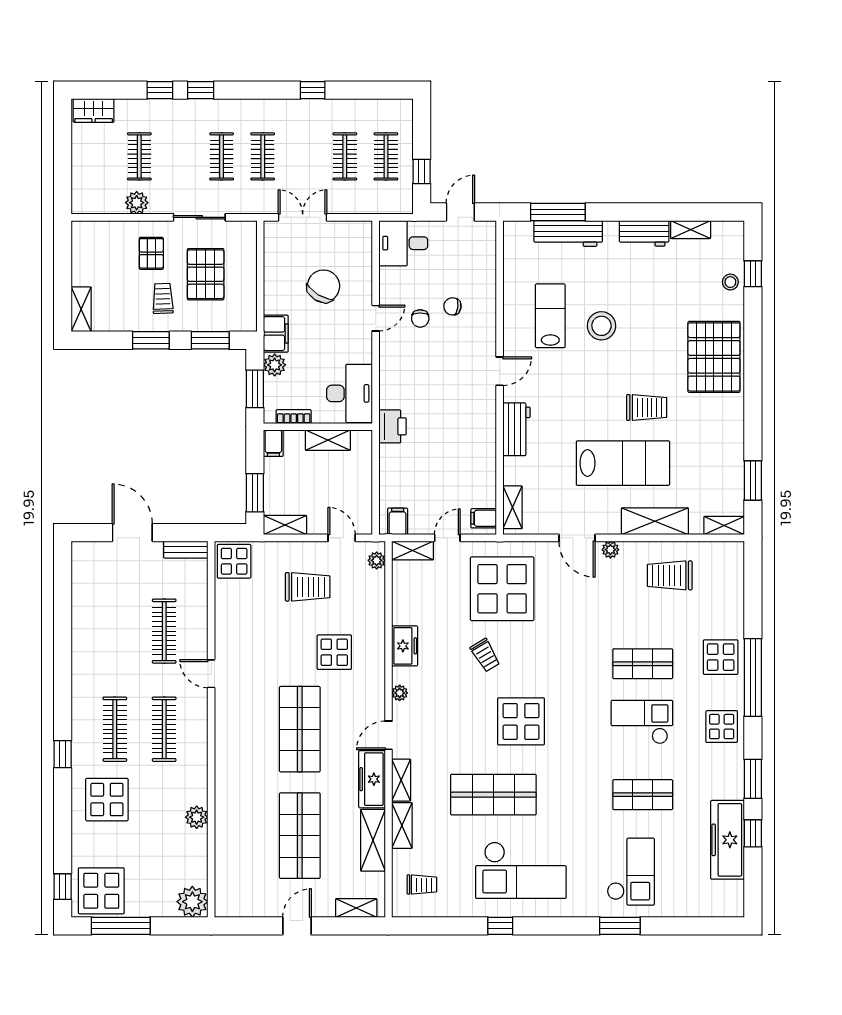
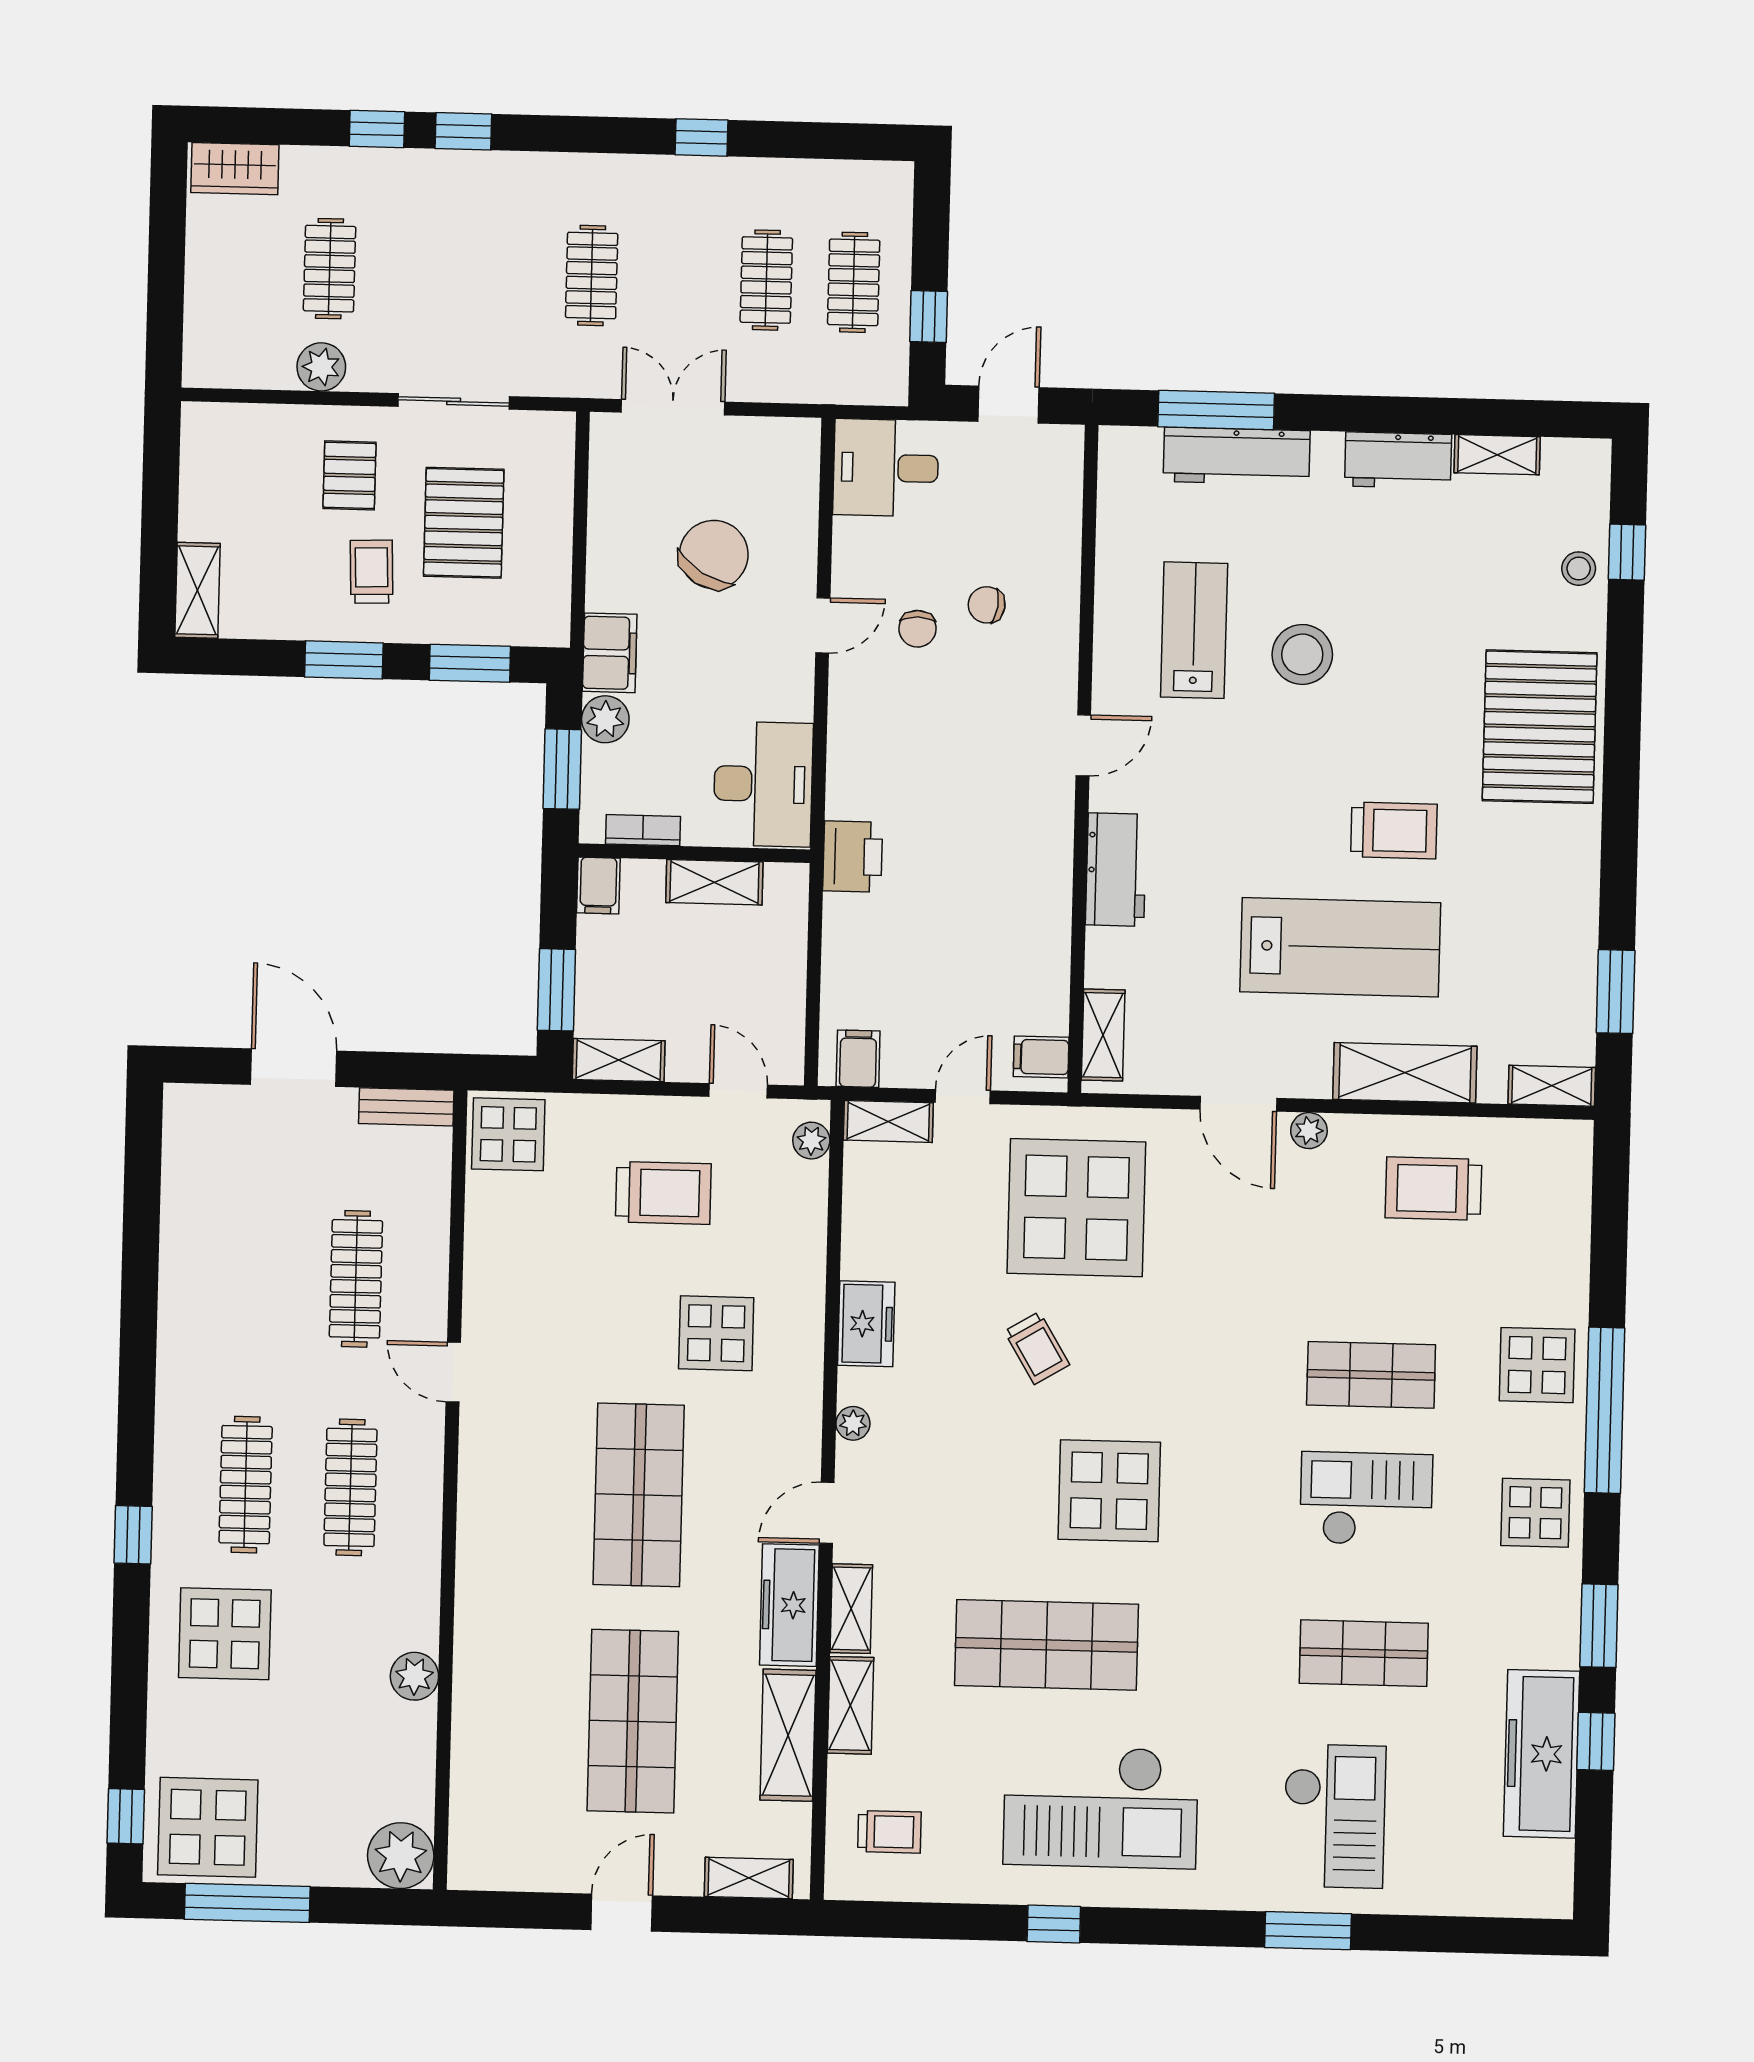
clothes rail: (222, 156) -> (504, 273), removed

